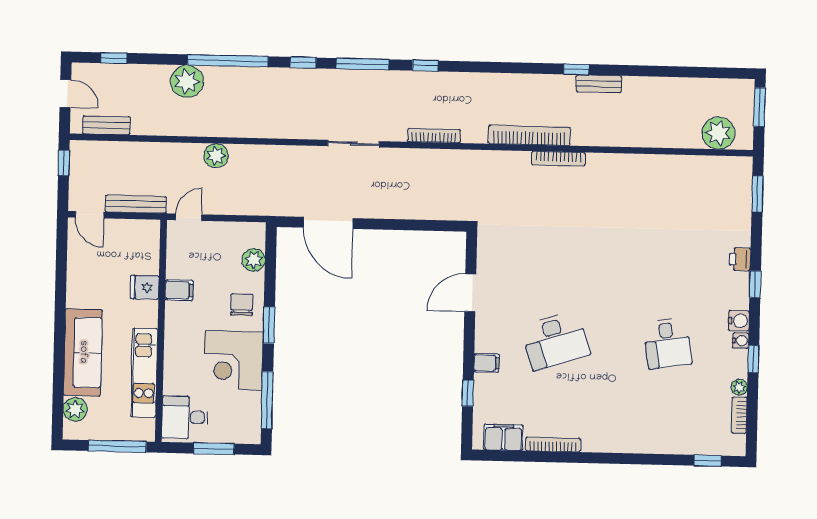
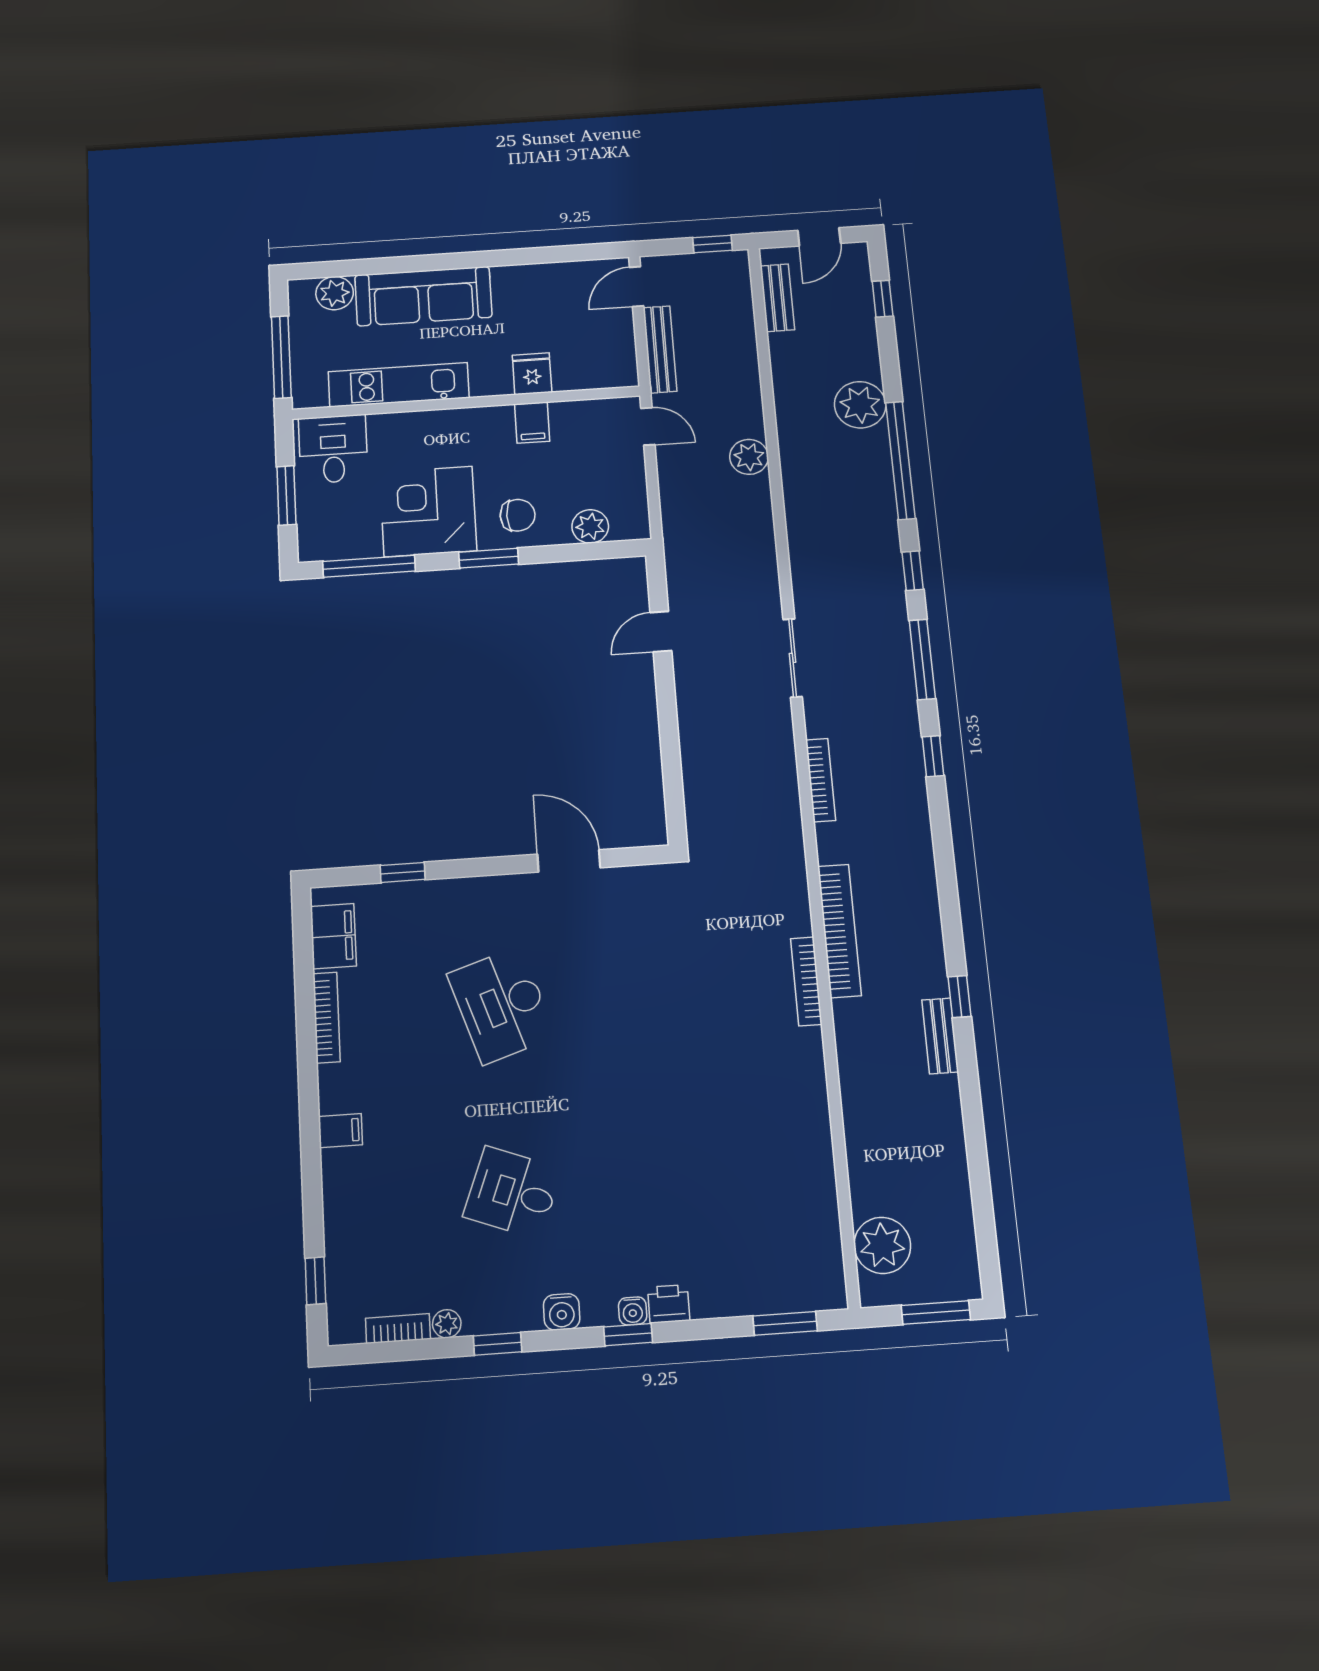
door: (328, 223) -> (661, 632), width x0.53
water cooler: (741, 341) -> (633, 1311), moved
desk: (668, 343) -> (513, 1193), turned 30
filing cabinet: (486, 363) -> (340, 1131), moved, turned -90

